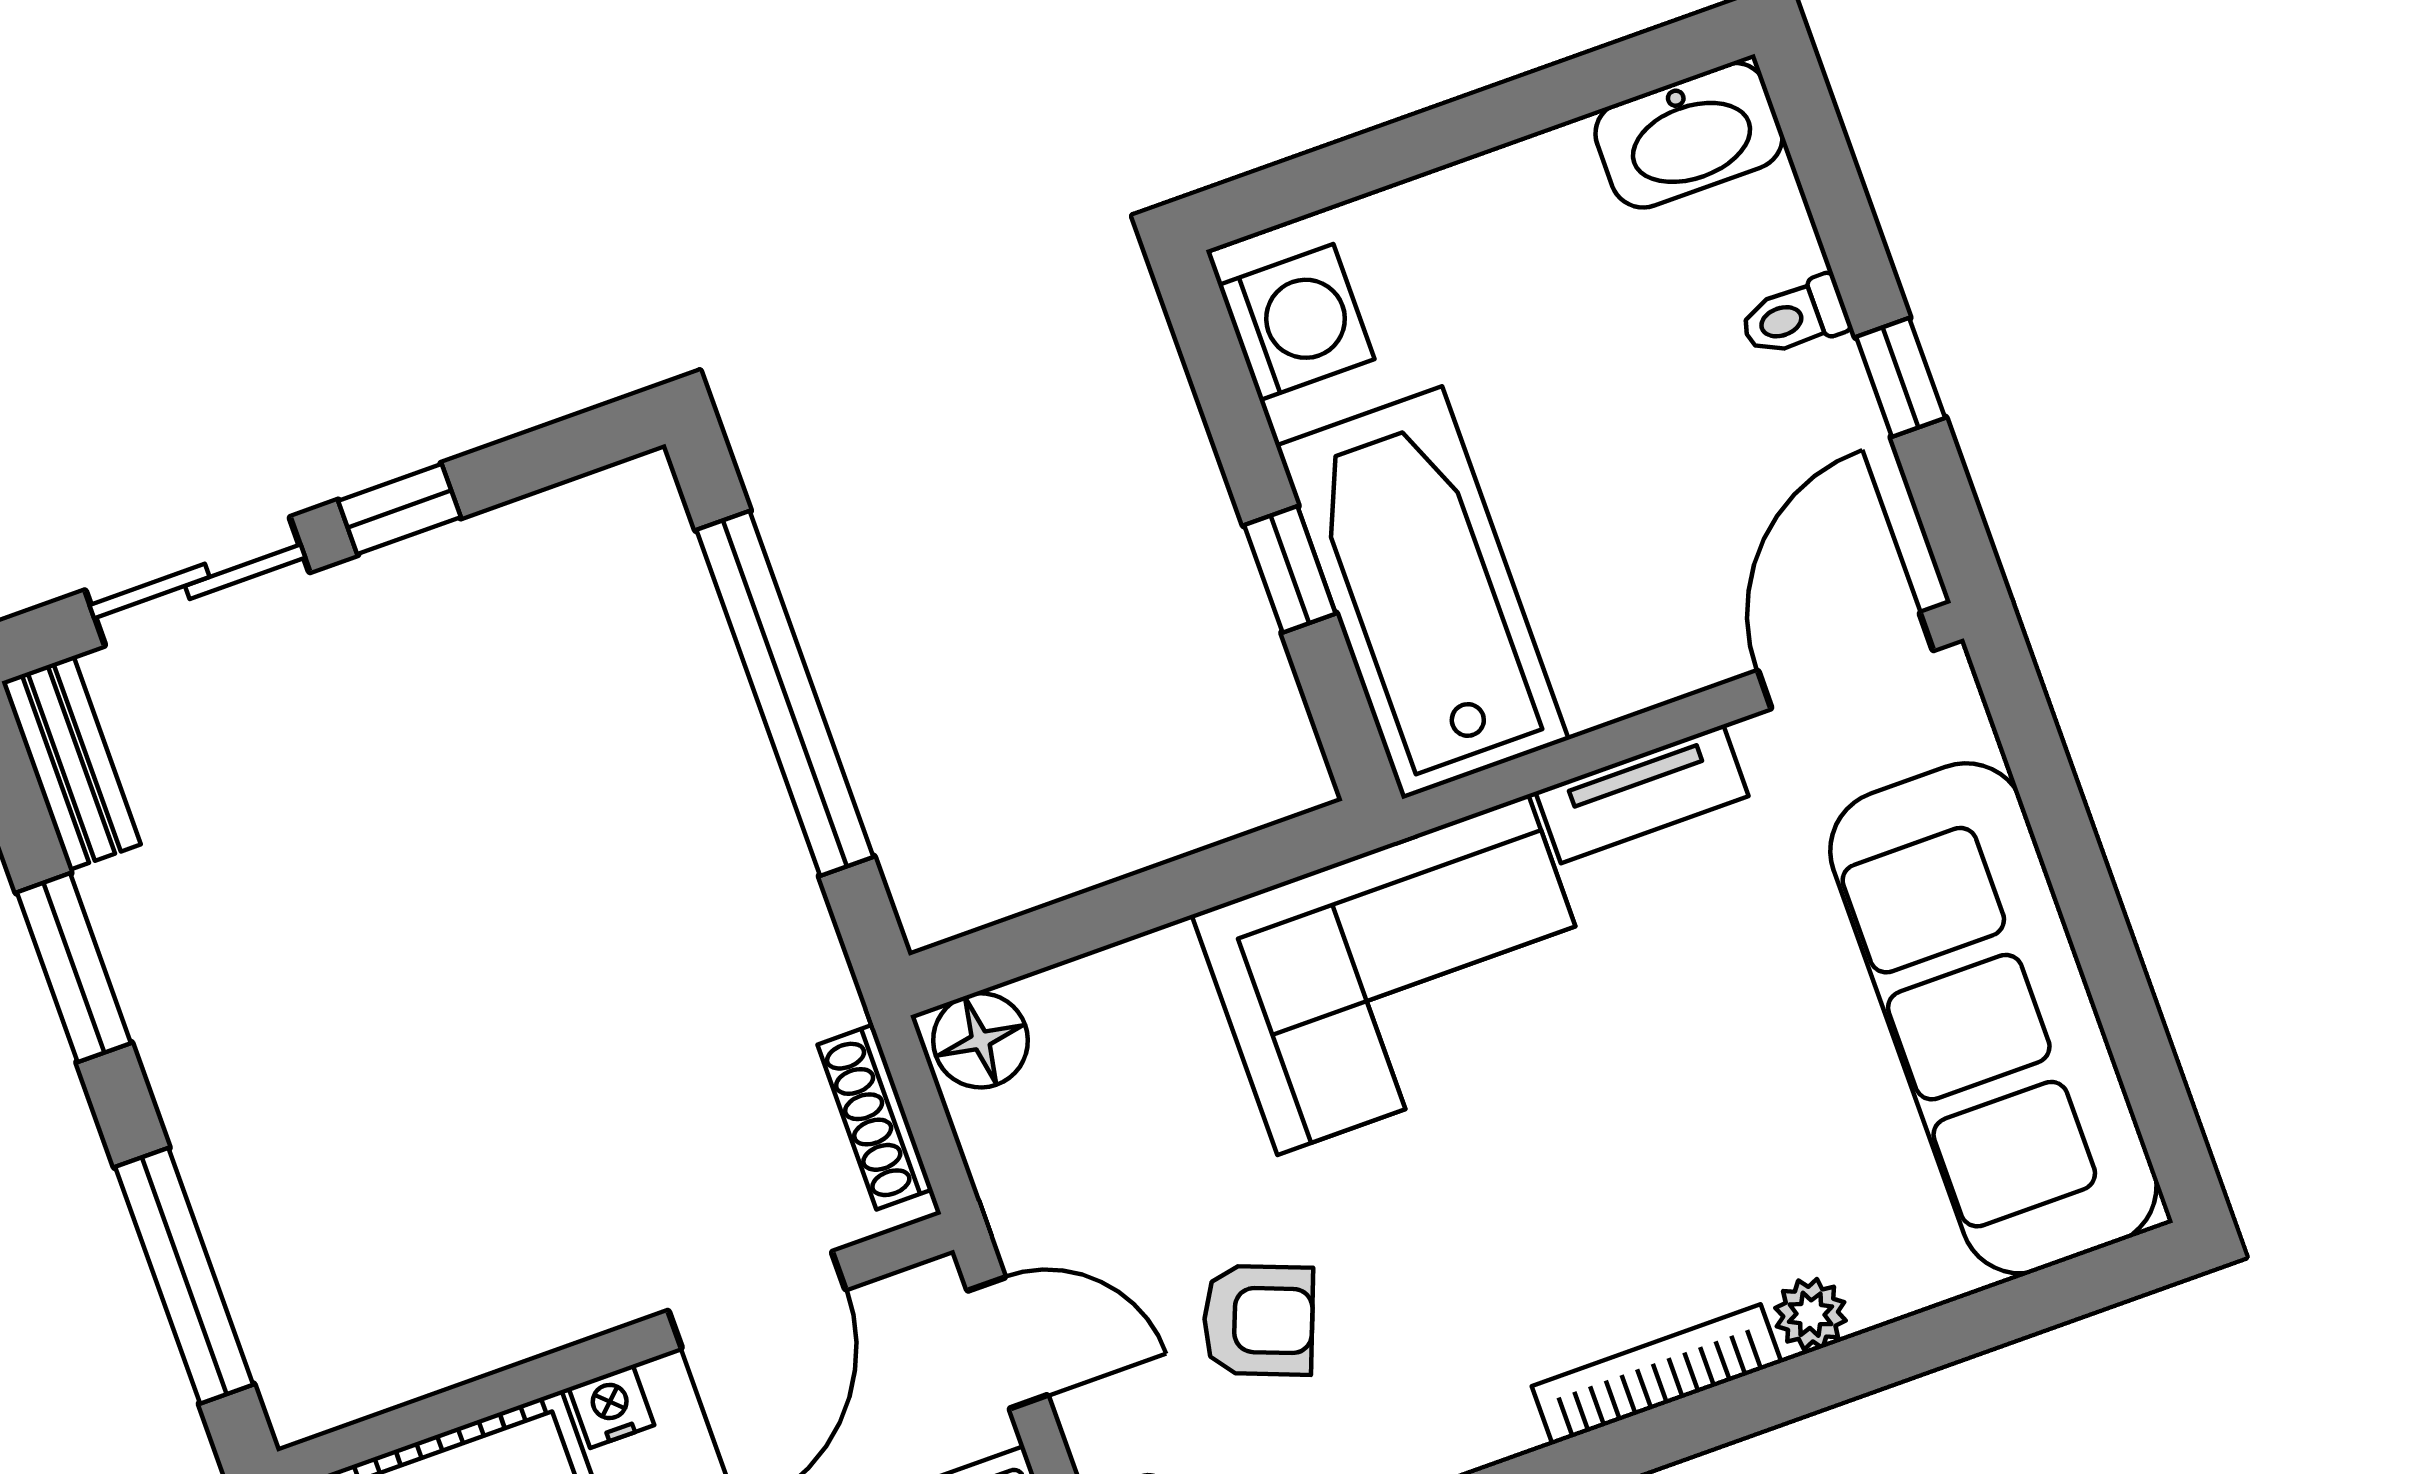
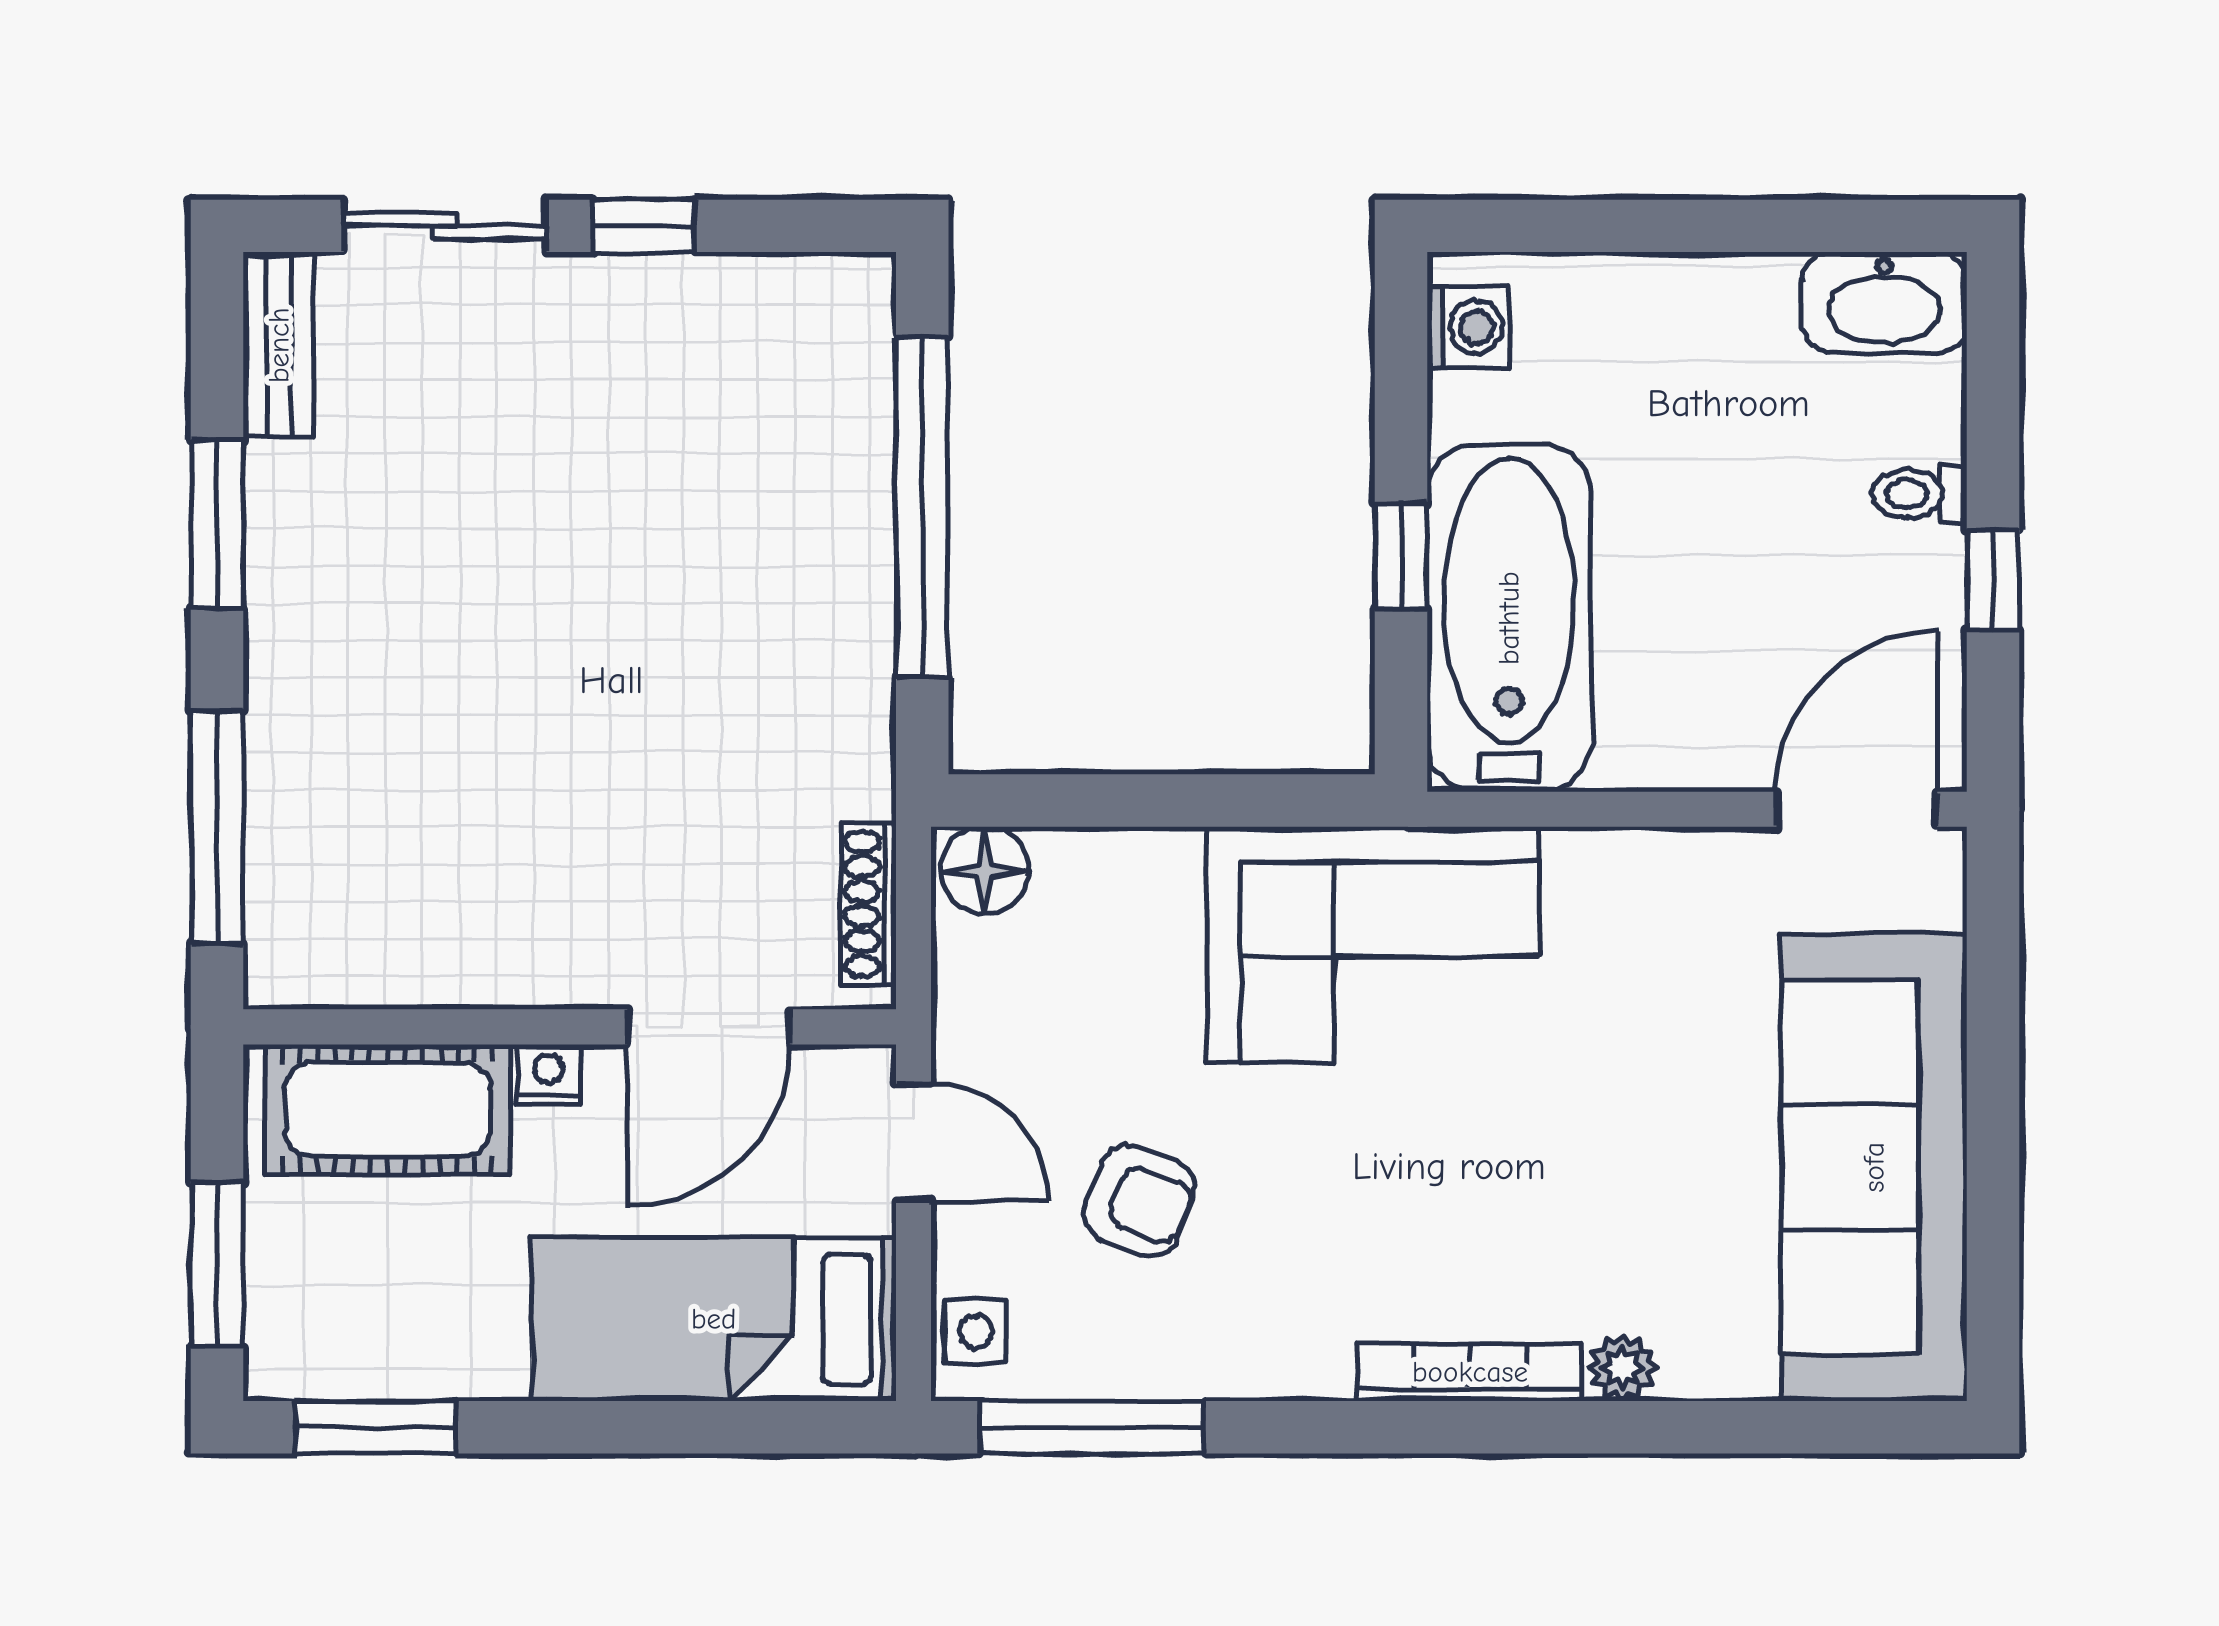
washing machine: (1296, 322) -> (1468, 327), width x0.73, depth x0.73
tv unit: (1642, 794) -> (1638, 862), removed

